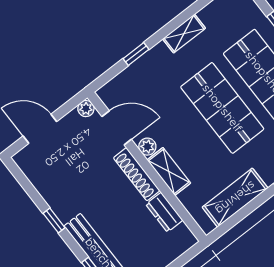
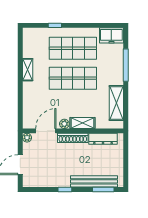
window: (136, 54) -> (20, 97), removed
dresser: (164, 212) -> (103, 139), width x1.44

